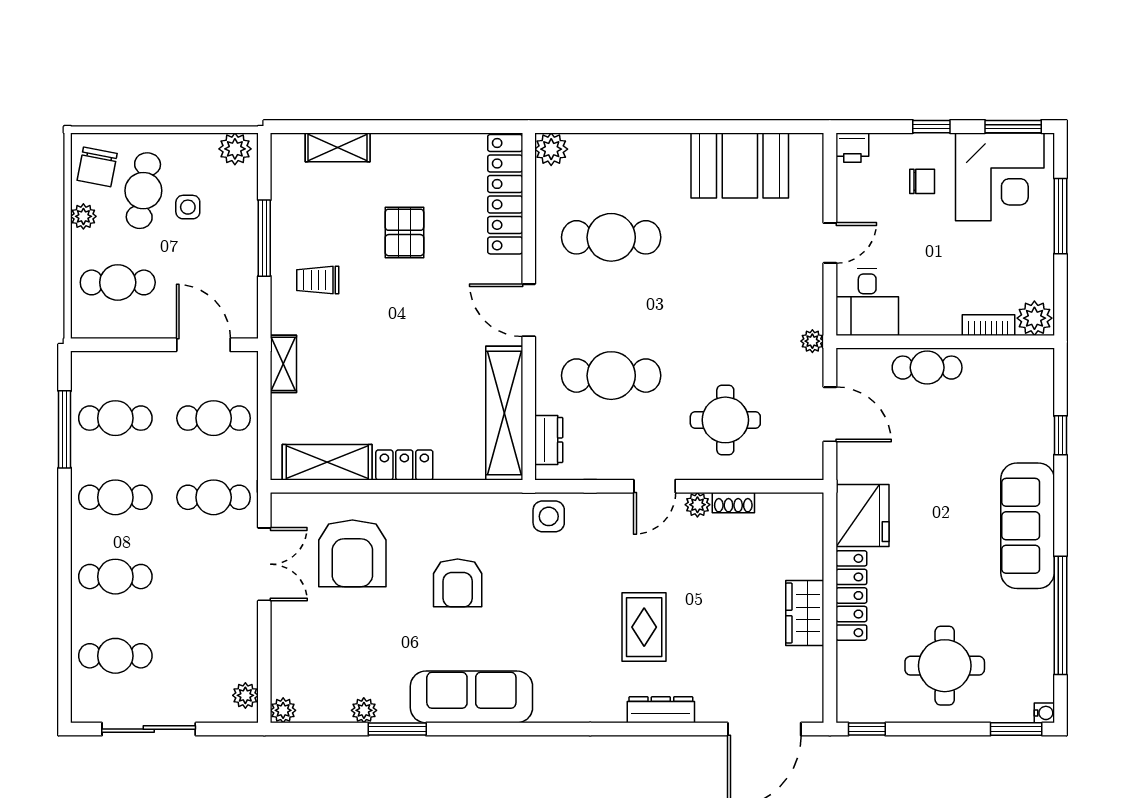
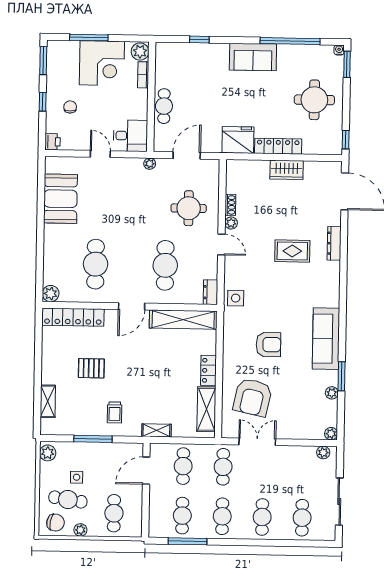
corner desk: (1000, 177) -> (102, 63), moved, turned 90
dresser: (549, 440) -> (210, 292), moved, turned -90
sofa: (1028, 526) -> (253, 57), width x0.73
armchair: (352, 553) -> (253, 397), turned 102

